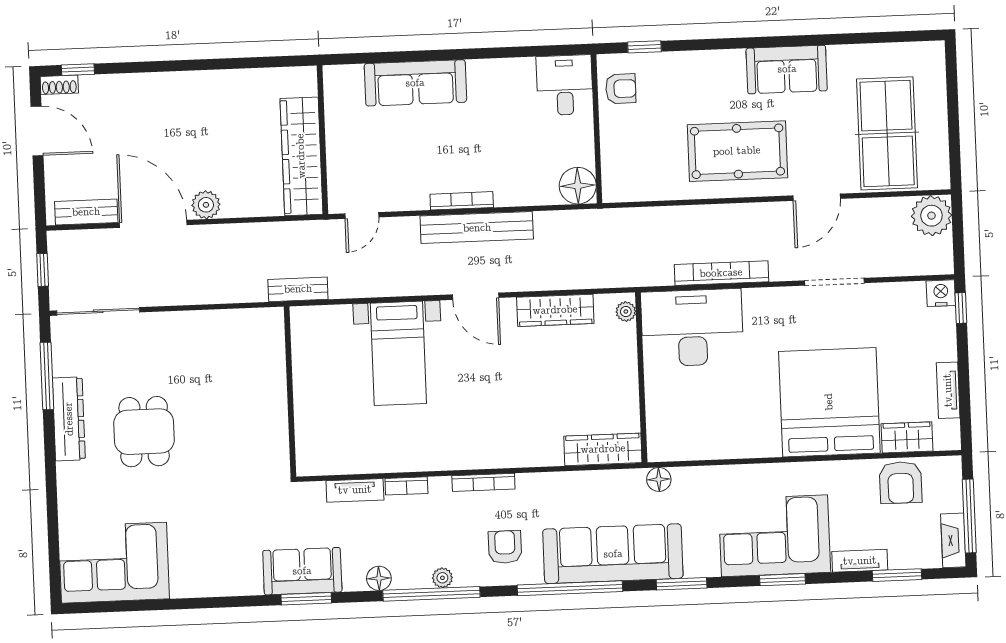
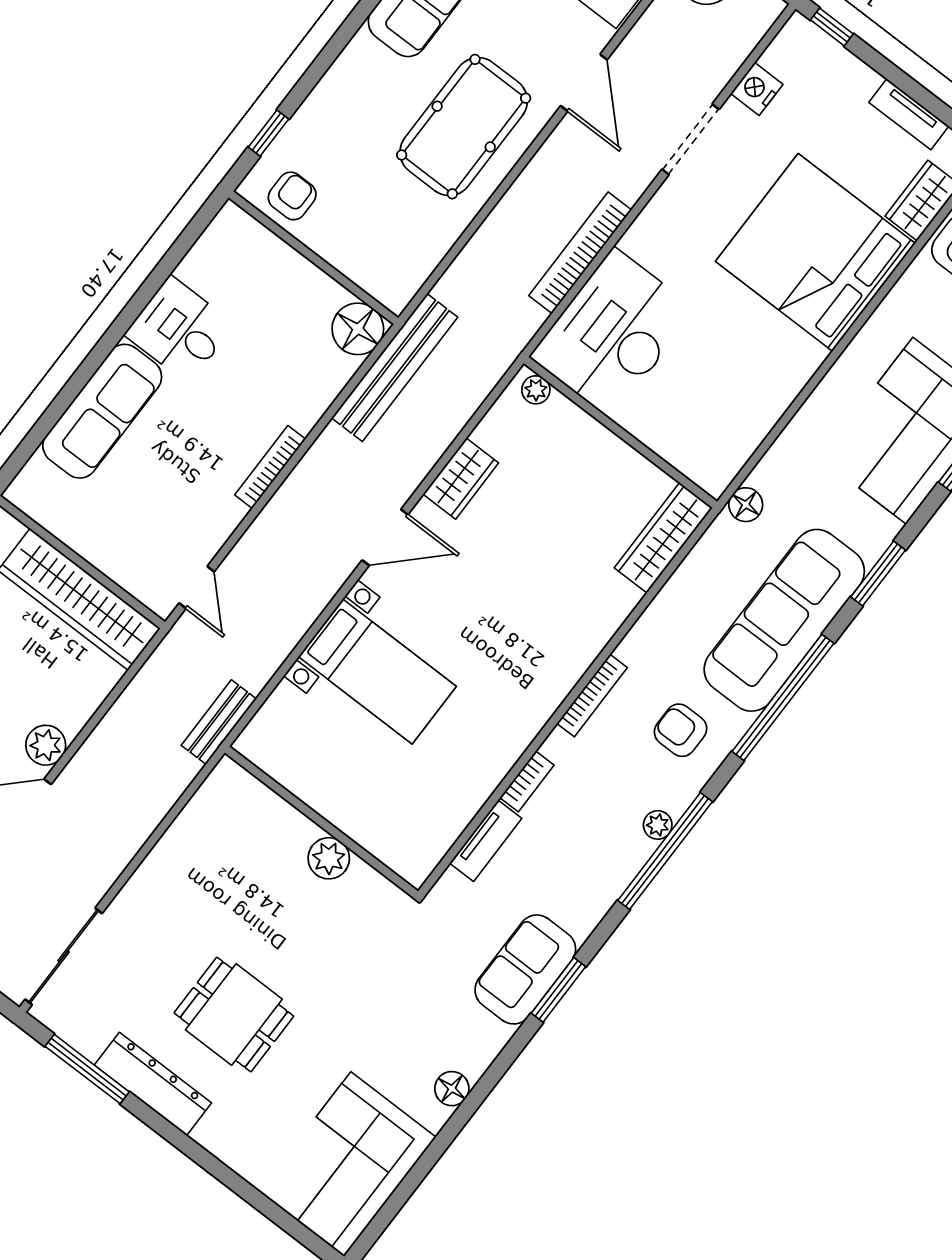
desk: (565, 85) -> (179, 329), moved
bench: (477, 228) -> (395, 368), moved
nightstand: (941, 293) -> (757, 89), moved
wardrobe: (555, 310) -> (461, 479), width x0.67
plant: (273, 412) -> (329, 858), added
floor lamp: (379, 578) -> (452, 1089), moved

